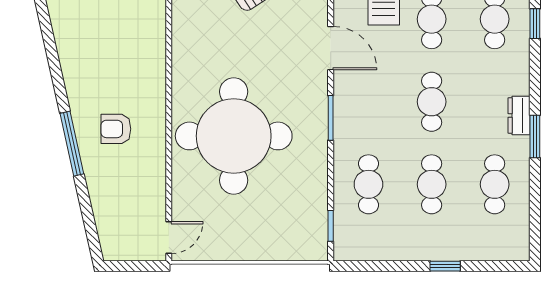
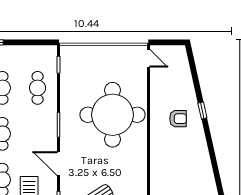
window: (72, 144) -> (202, 110), width x0.46
door: (169, 238) -> (149, 58), swing flipped

